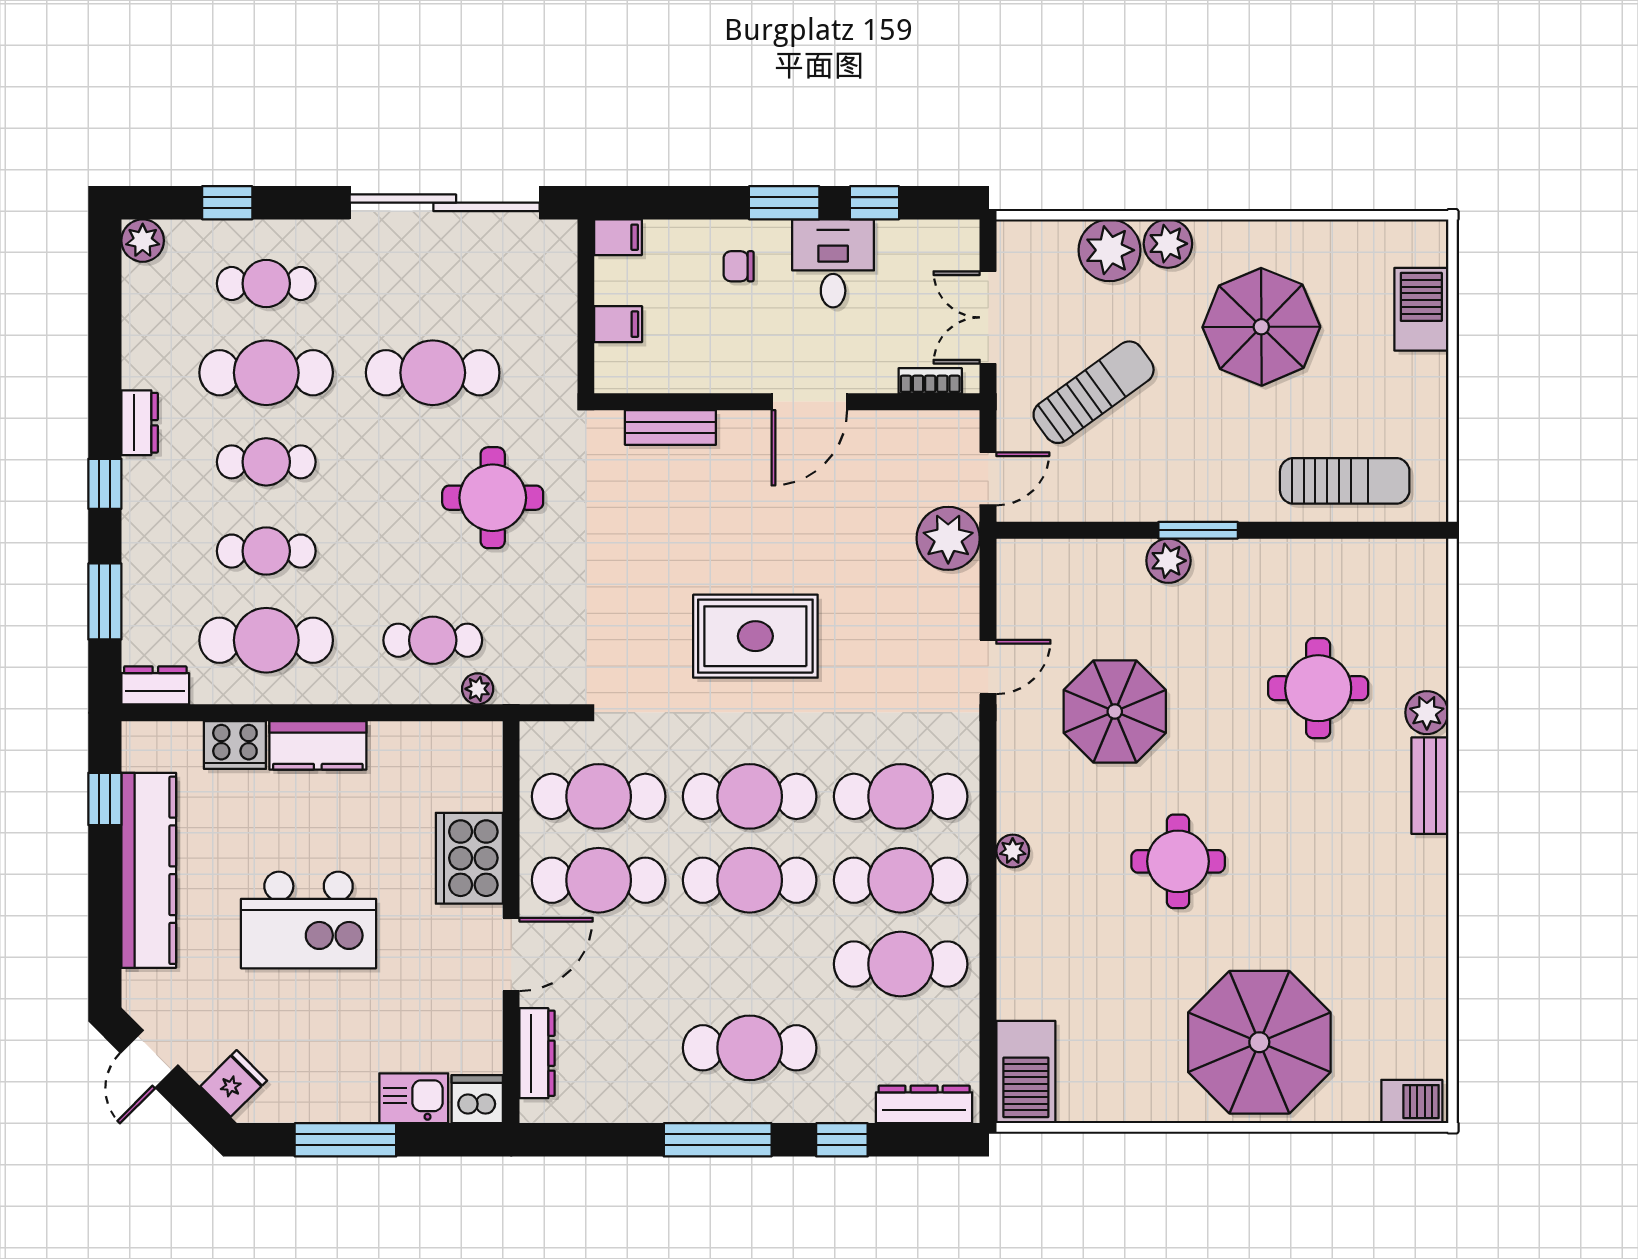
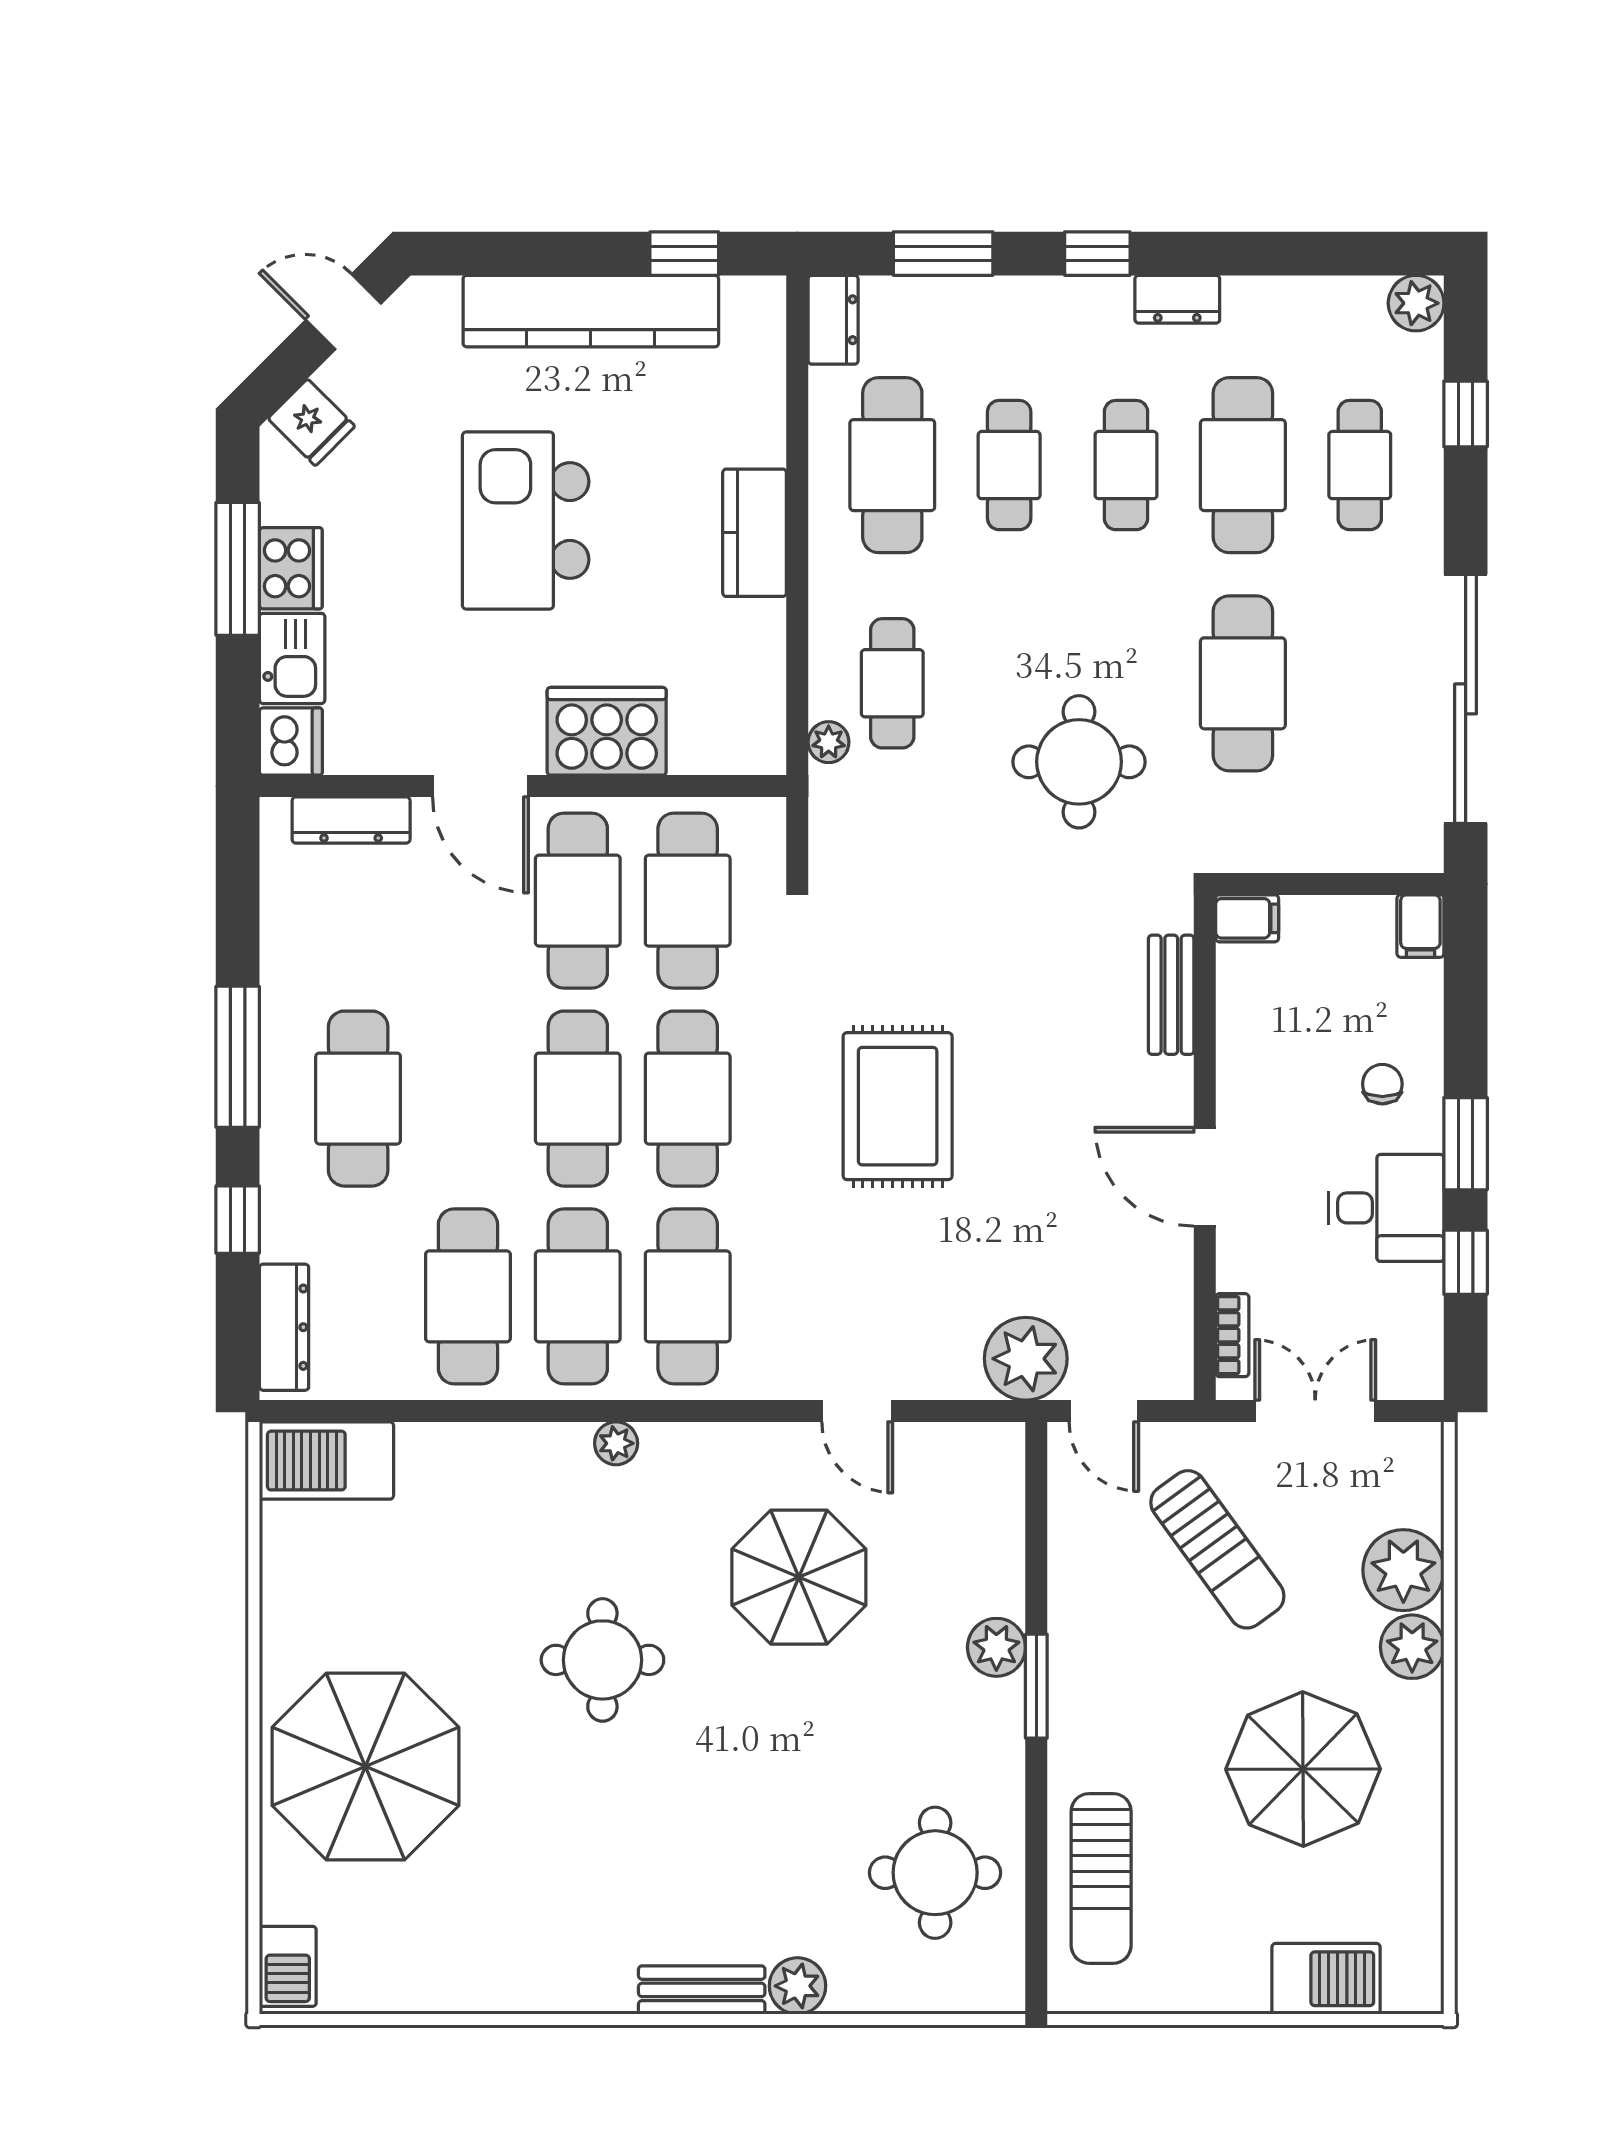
filing cabinet: (618, 324) -> (1247, 918), moved, turned -90
round table: (1318, 688) -> (935, 1873), moved
cooker: (235, 745) -> (291, 568), moved, turned 180

